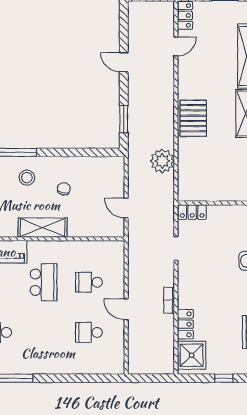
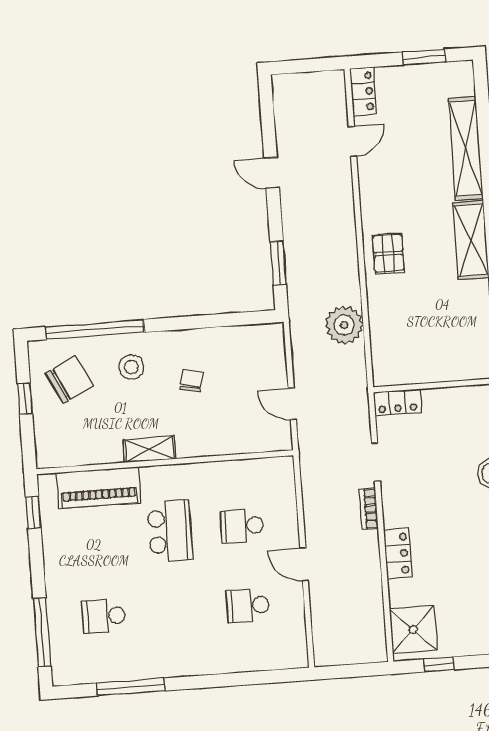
pallet: (193, 118) -> (388, 254), width x0.67, depth x0.71
shelving: (43, 228) -> (150, 449), width x0.67, depth x0.75
bookcase: (169, 300) -> (369, 509), moved
locker: (185, 324) -> (398, 553), moved
window: (224, 378) -> (439, 664), moved

